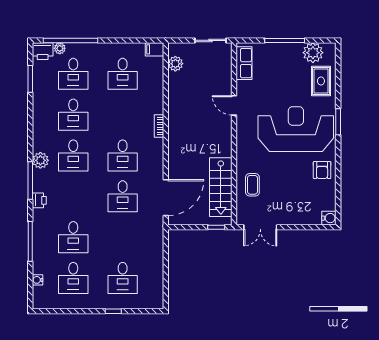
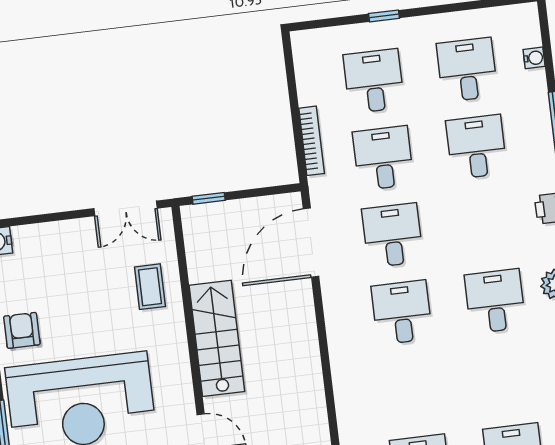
desk: (73, 115) -> (383, 158), moved
bookcase: (159, 126) -> (312, 141), moved, width x1.56
stairs: (221, 187) -> (217, 338), moved
double door: (260, 227) -> (126, 208), swing flipped

